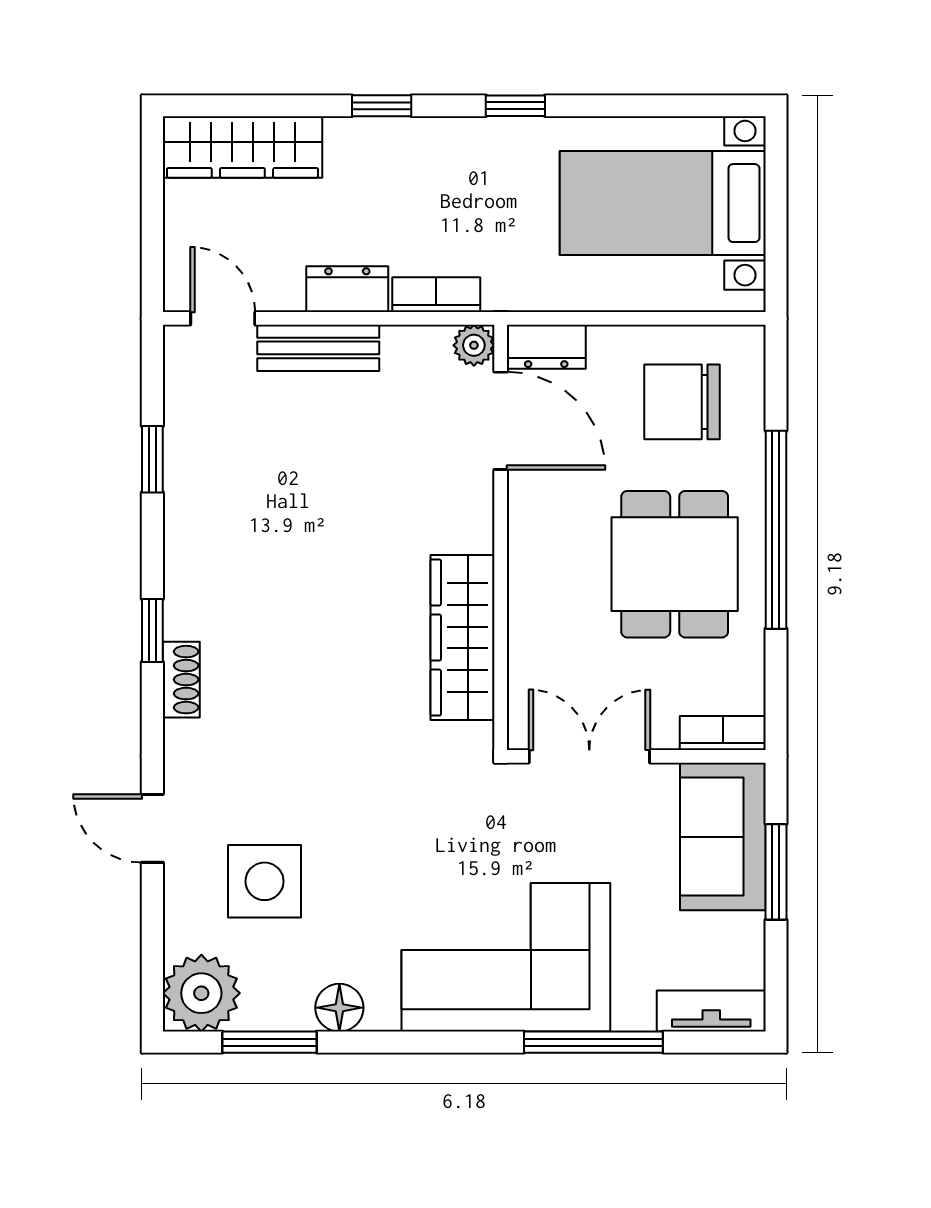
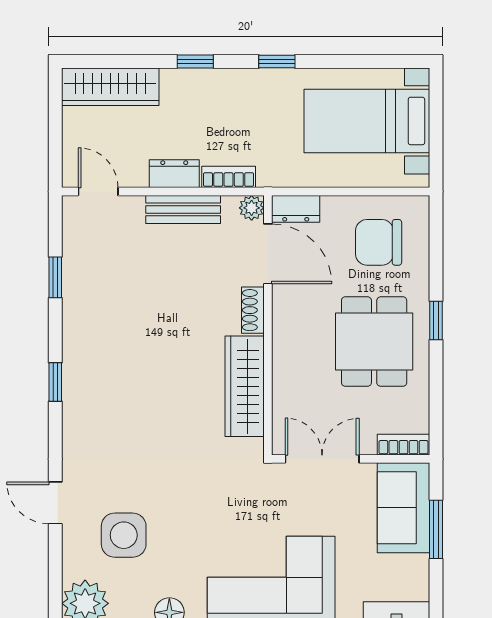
bench: (318, 348) -> (183, 209), moved
window: (776, 530) -> (436, 321), width x0.32
shoe rack: (181, 680) -> (253, 310), moved, turned 180

